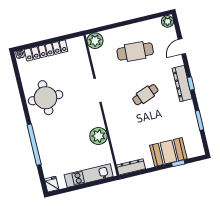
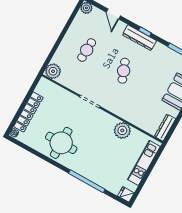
cafe table: (135, 52) -> (87, 50), width x0.73, depth x0.74

